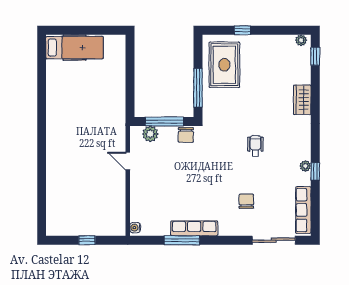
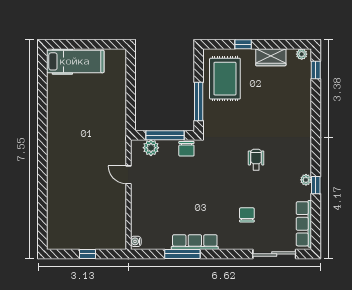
wardrobe: (302, 100) -> (271, 57), moved, turned -90

